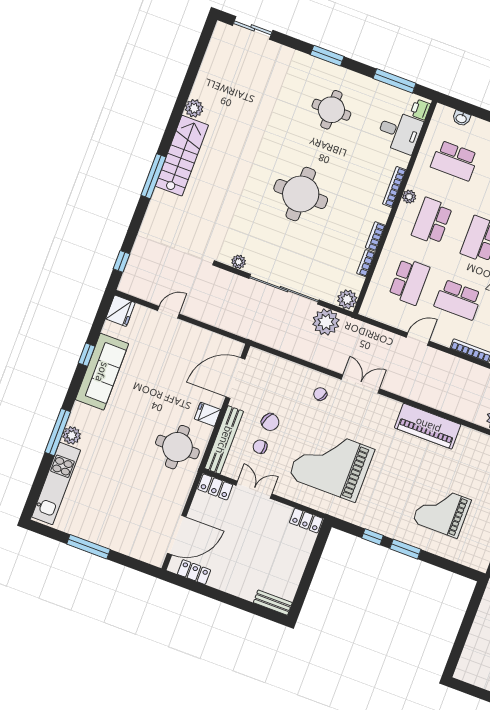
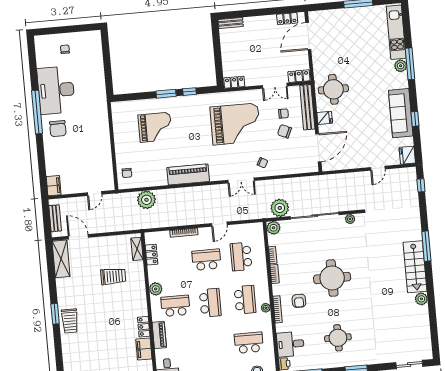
armchair: (360, 185) -> (299, 301), added

